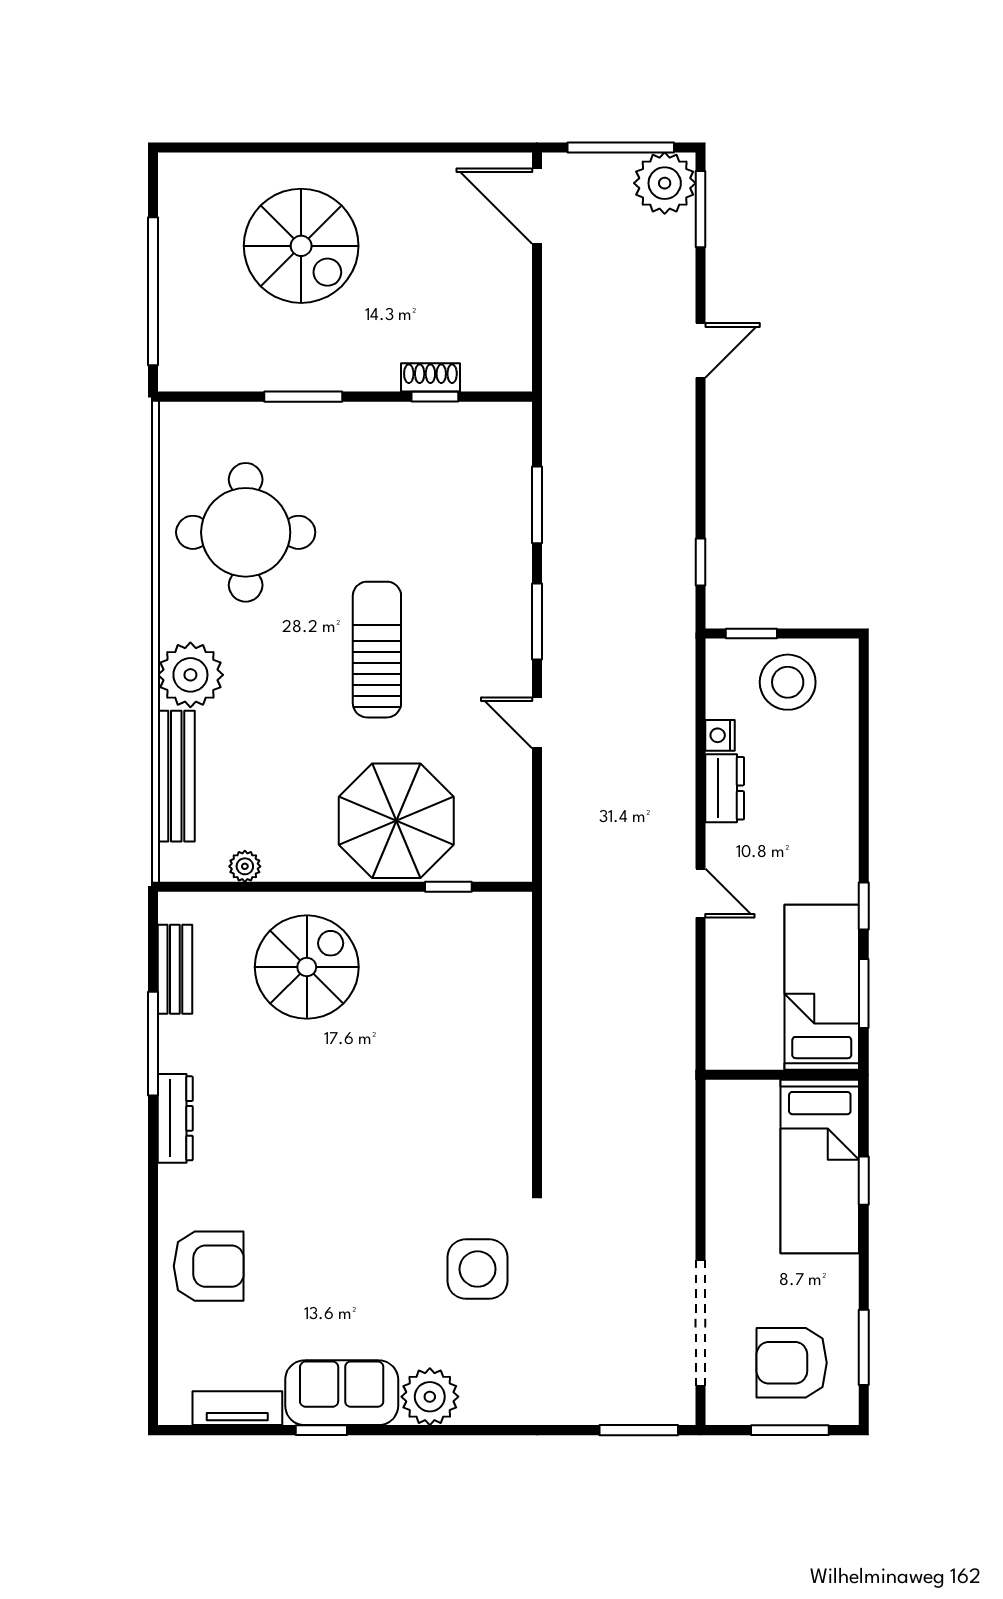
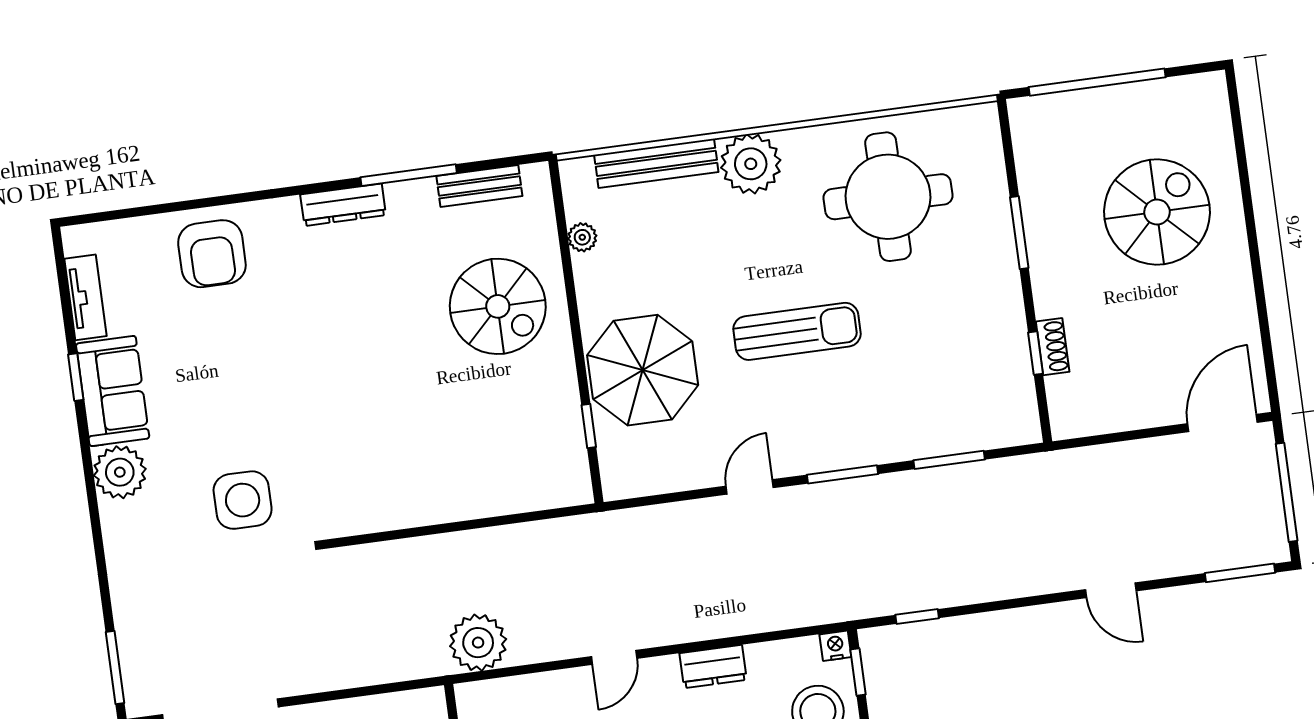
plant: (665, 183) -> (478, 643), moved
spiral stairs: (301, 246) -> (1157, 212), turned 180
nightstand: (720, 735) -> (835, 646), moved

